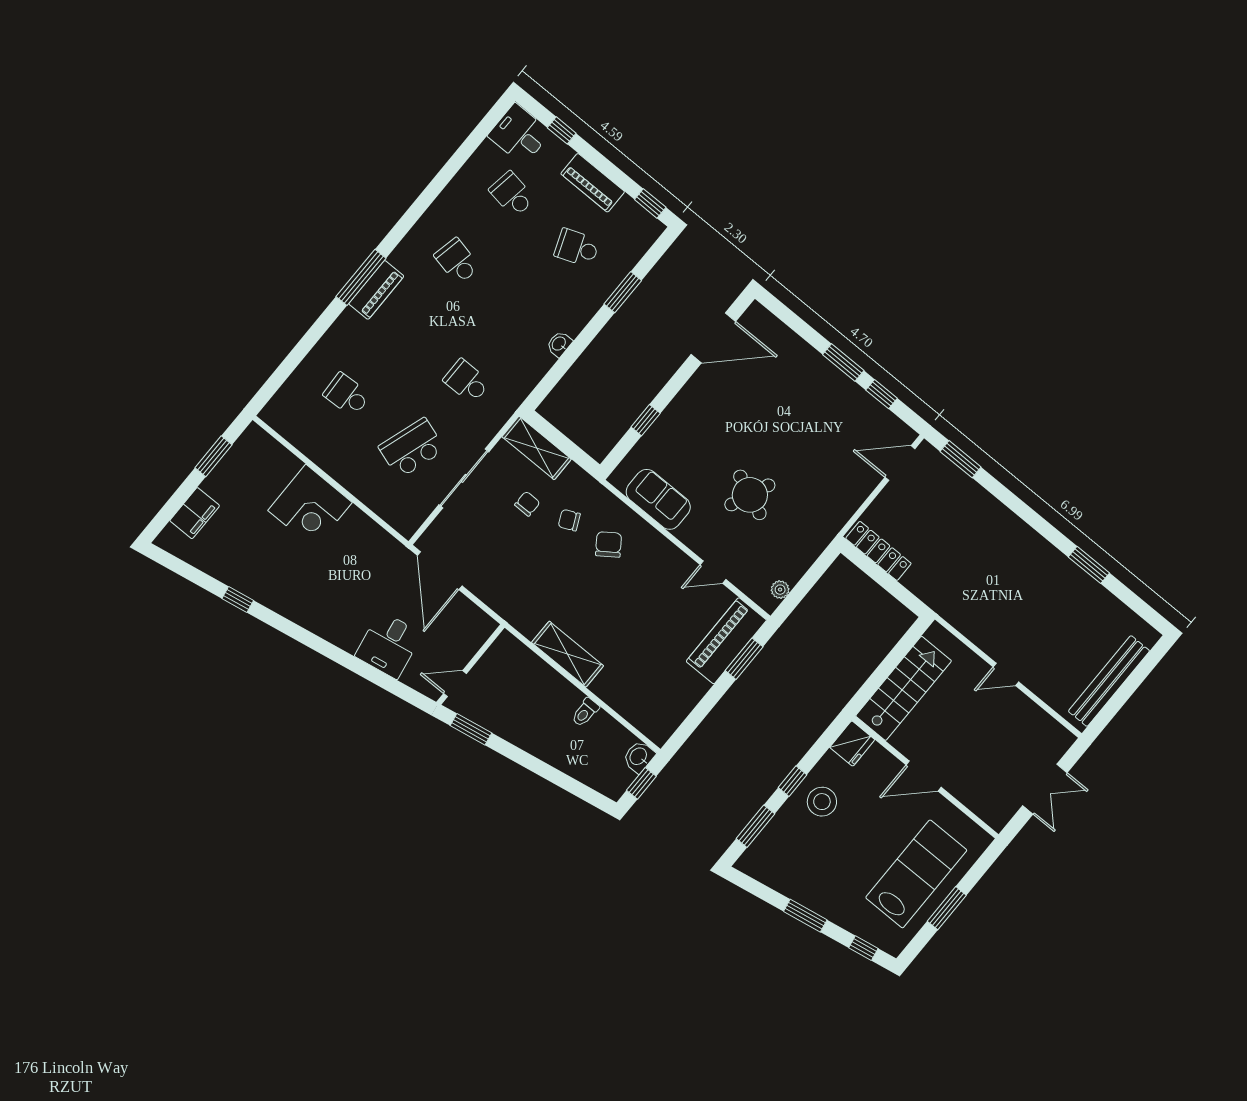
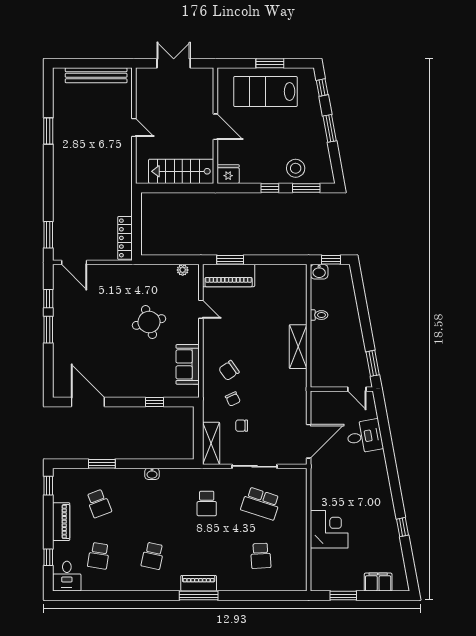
round table: (750, 495) -> (149, 322), turned -38
stool: (822, 802) -> (296, 168), moved

